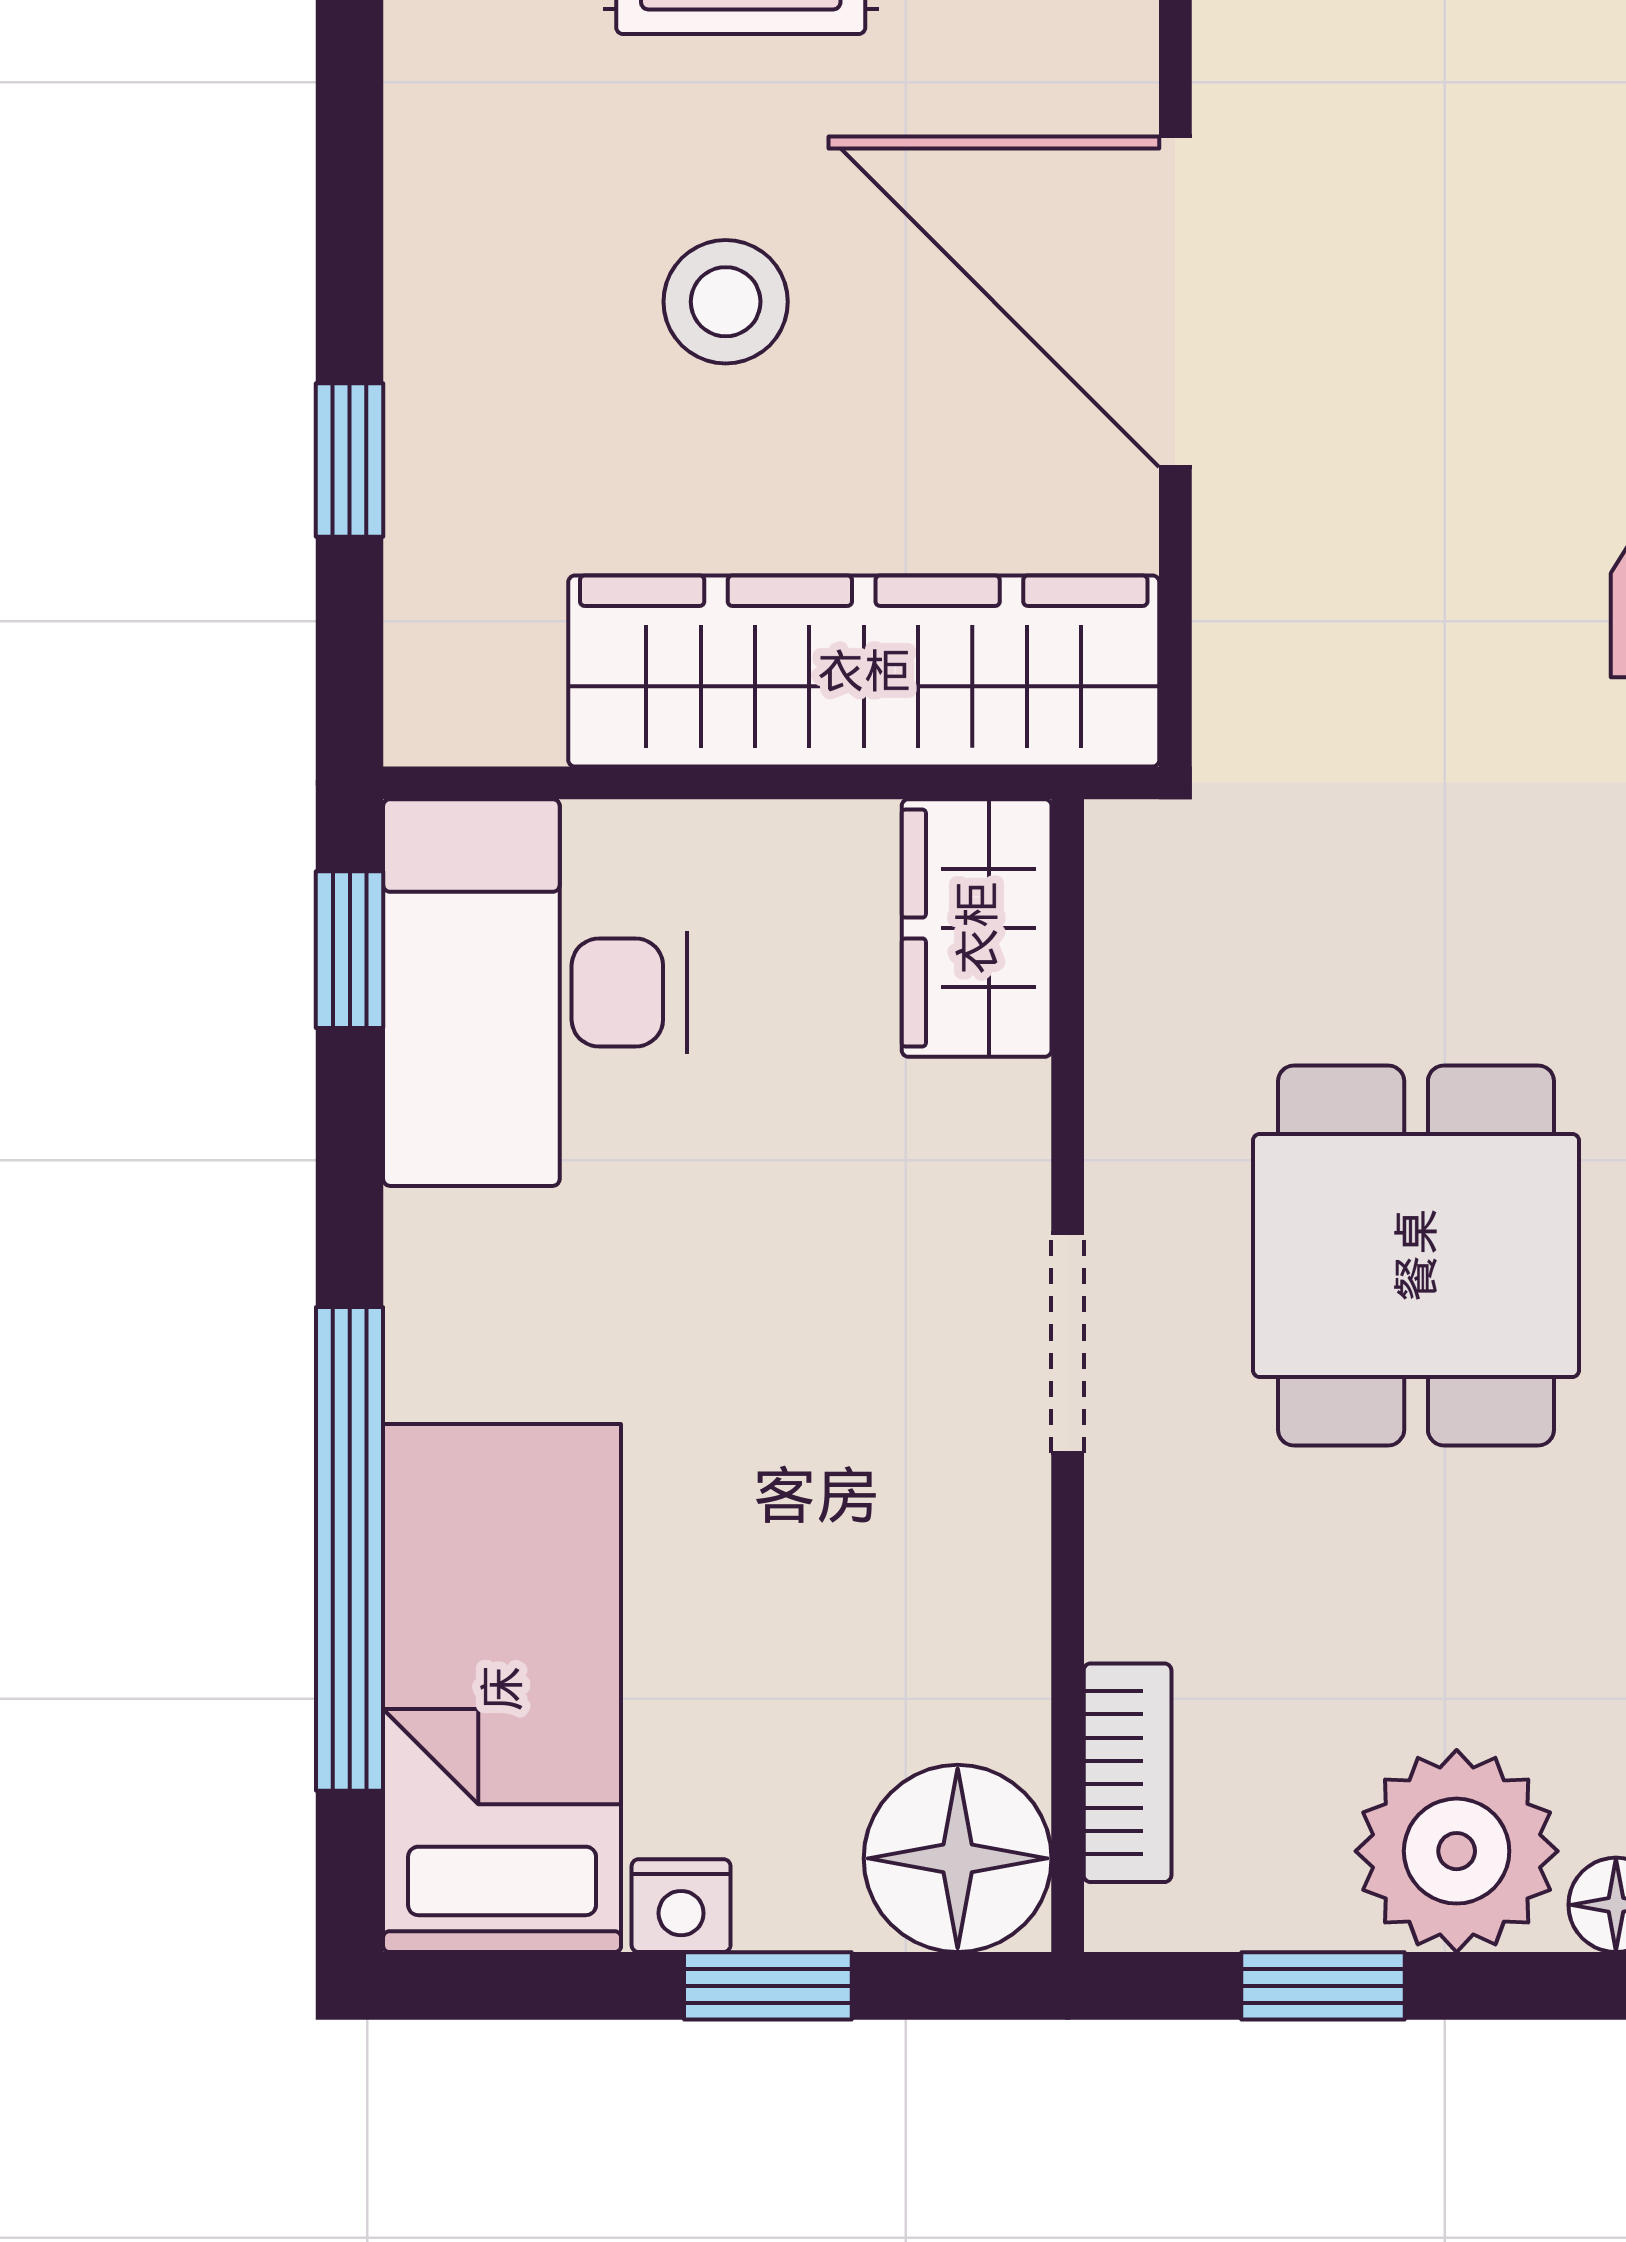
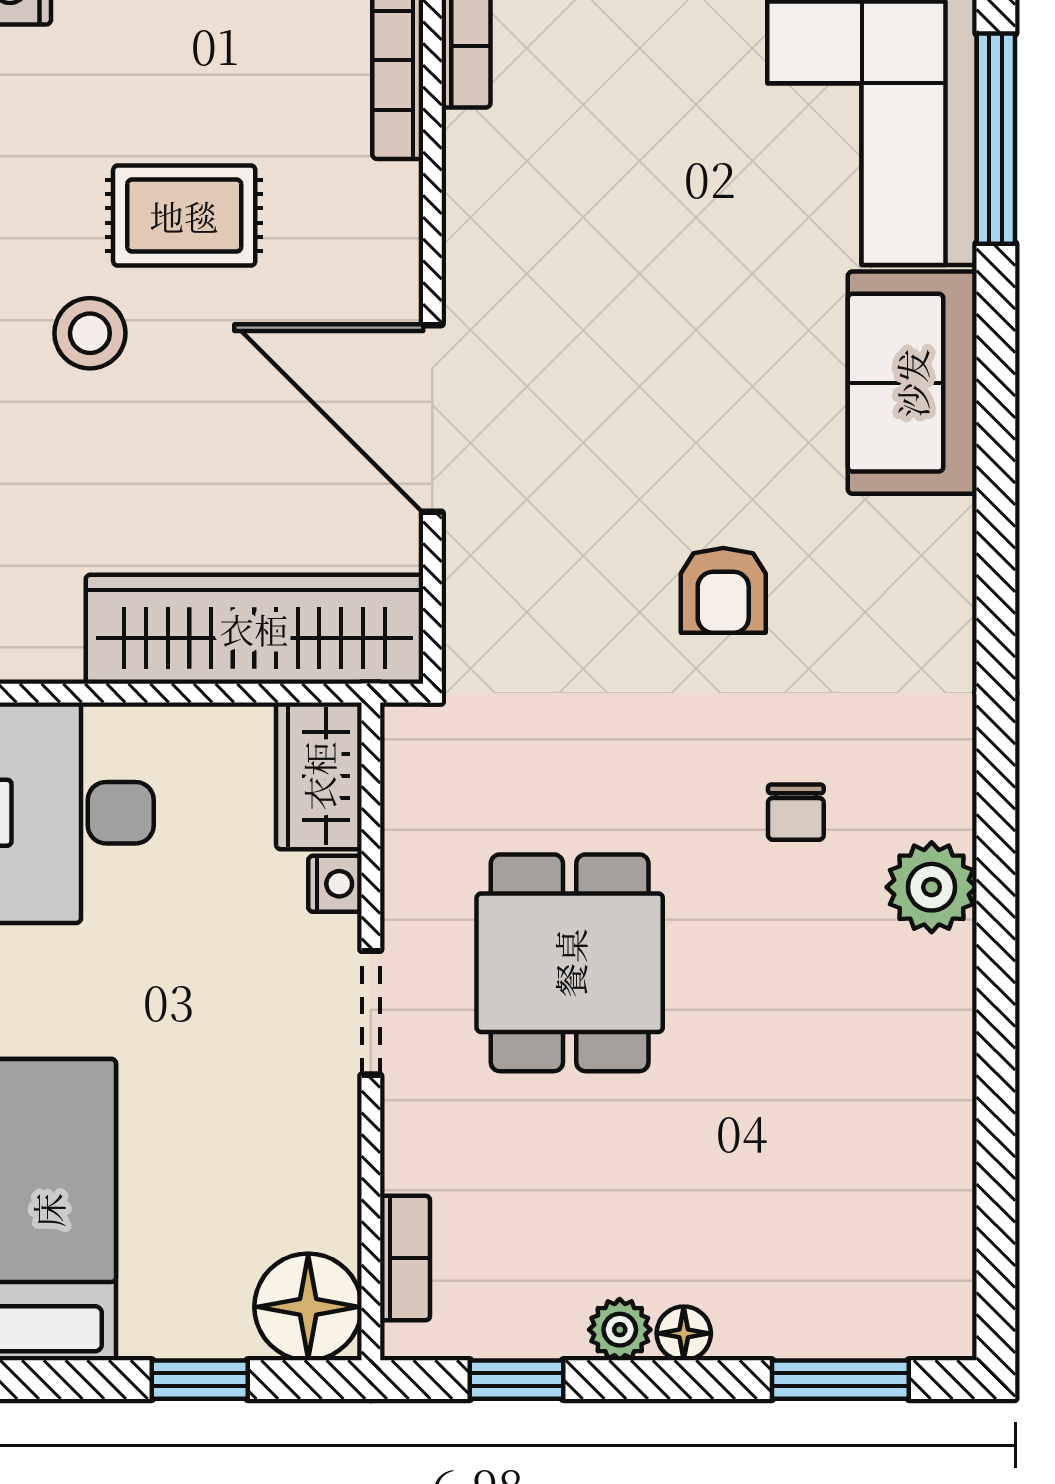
stool: (726, 302) -> (90, 333), moved
plant: (1457, 1851) -> (620, 1330), width x0.53, depth x0.53
nightstand: (681, 1906) -> (335, 884), moved, turned -90

